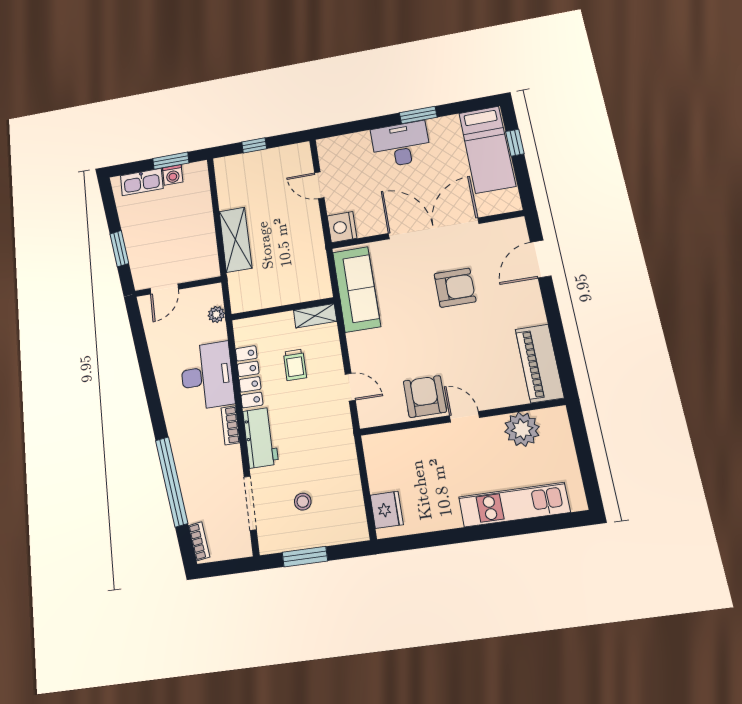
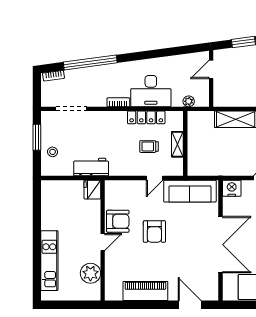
armchair: (455, 288) -> (154, 231), moved
door: (164, 289) -> (211, 69), hinge flipped
shelving: (315, 316) -> (177, 144), moved
piano: (539, 363) -> (145, 291), moved
door: (350, 387) -> (155, 178), moved
workbench: (261, 437) -> (91, 167), moved, turned 180
stool: (303, 502) -> (53, 152), moved
fridge: (387, 510) -> (92, 190), moved, turned 90

